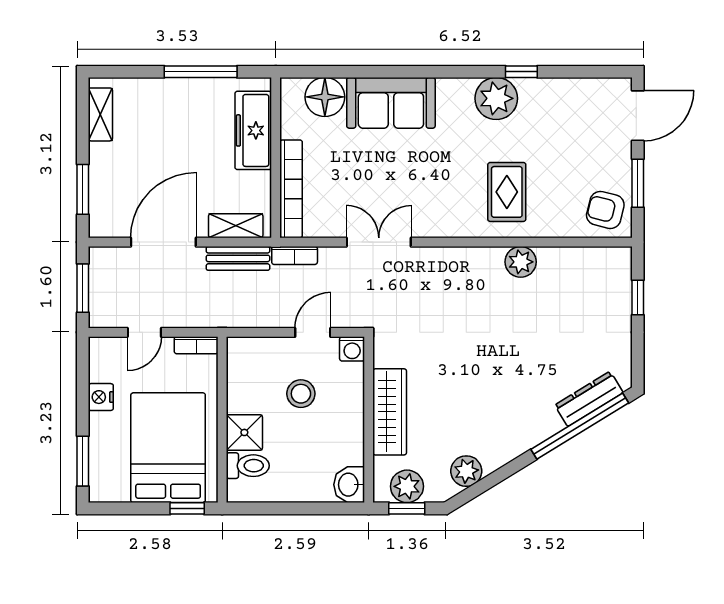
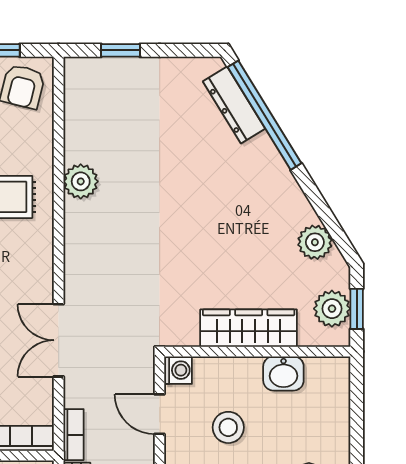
washbasin: (349, 485) -> (283, 373), moved

